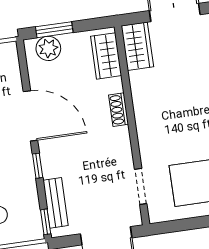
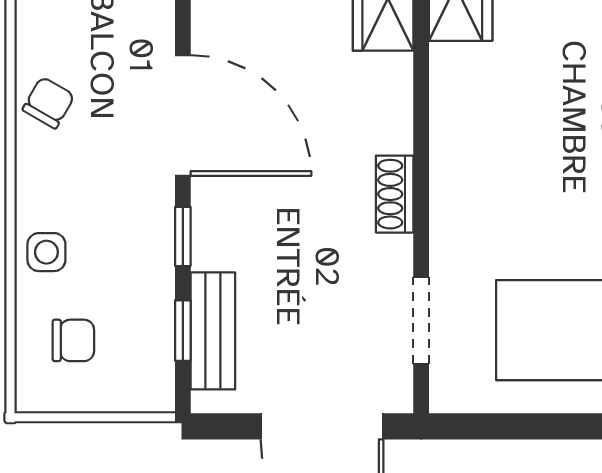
shoe rack: (119, 110) -> (395, 194), moved
window: (46, 222) -> (183, 331), moved

